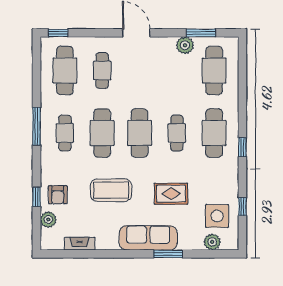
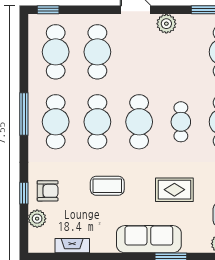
plant: (185, 45) -> (166, 24), moved
cafe table: (102, 71) -> (97, 52), width x1.37, depth x1.35
cafe table: (65, 133) -> (56, 122), width x1.37, depth x1.35
coffee table: (111, 190) -> (107, 186), width x0.73, depth x0.76
armchair: (58, 195) -> (48, 191), turned -90

